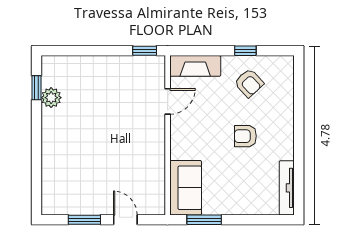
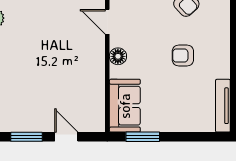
door: (168, 101) -> (107, 22), swing flipped
floor lamp: (179, 137) -> (118, 56), added

